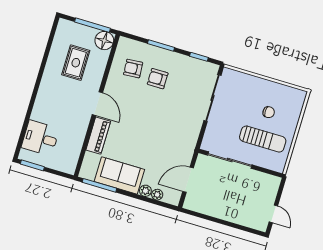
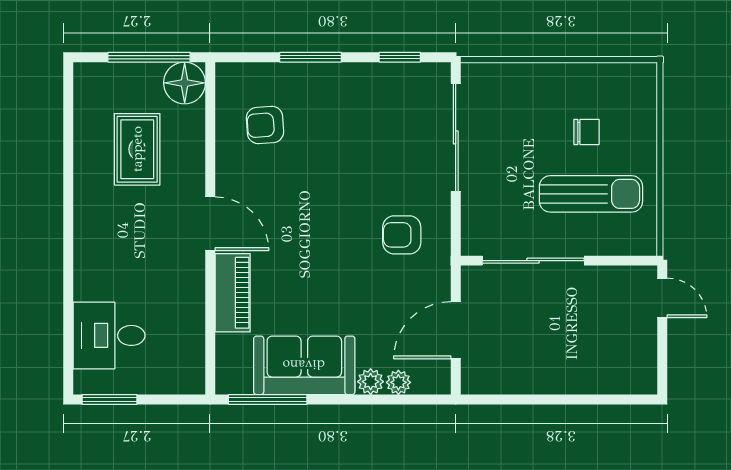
armchair: (158, 79) -> (402, 235), moved
door: (273, 214) -> (662, 298), moved

